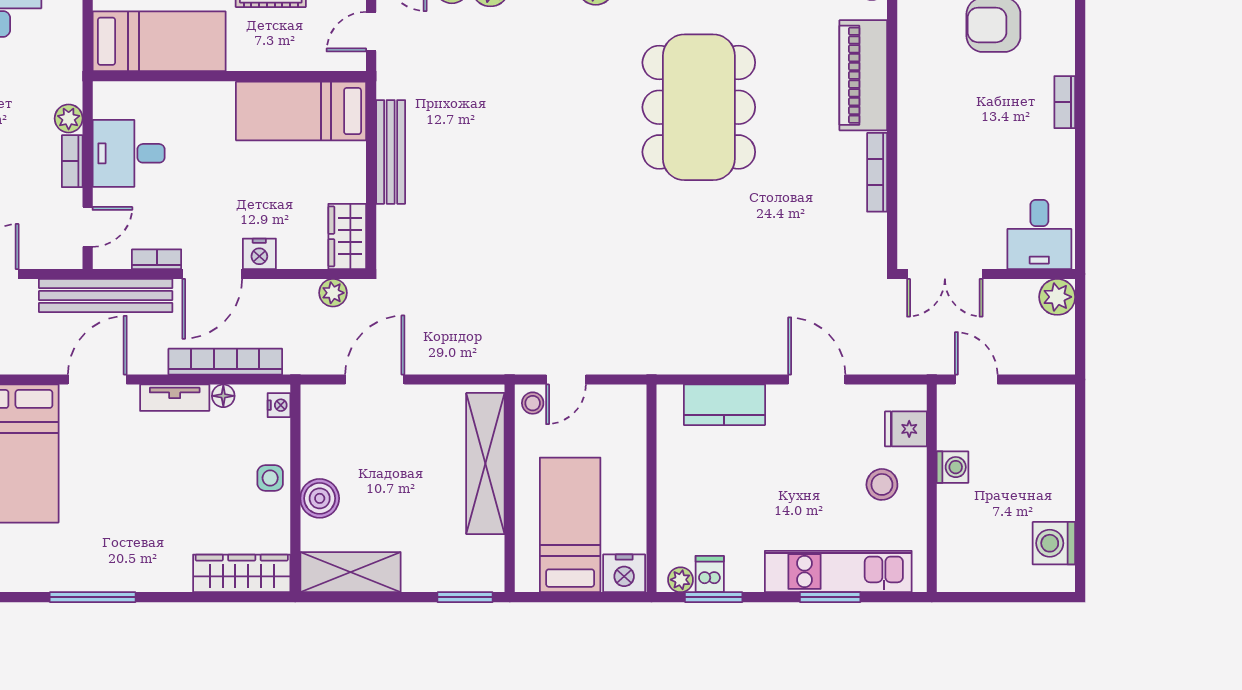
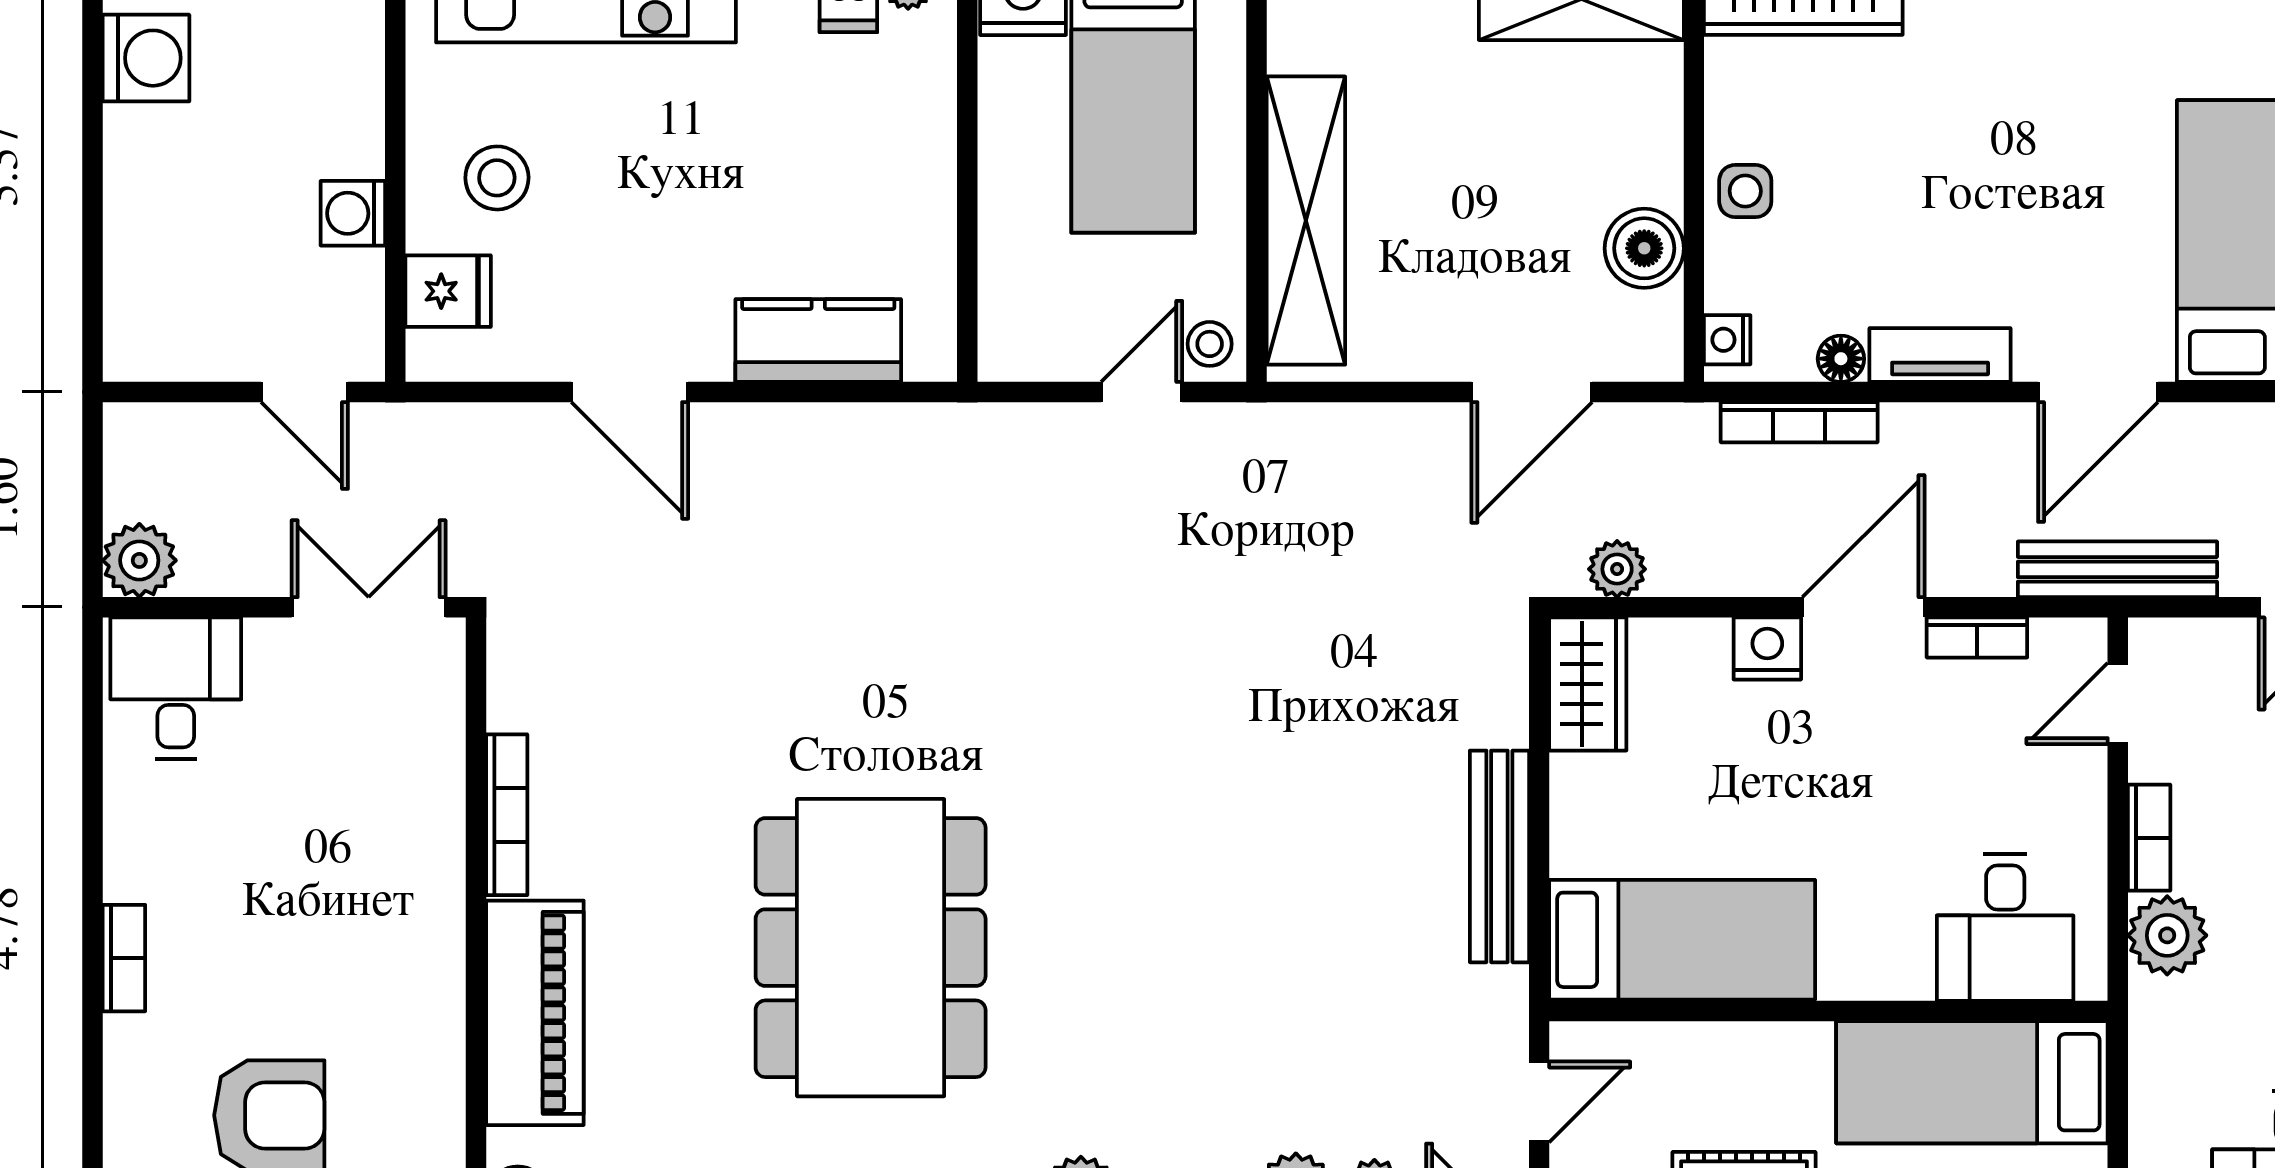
plant: (69, 118) -> (2167, 935), width x1.38, depth x1.38
desk: (129, 153) -> (2005, 927), moved, turned 90
bench: (106, 296) -> (2117, 569), width x0.73, depth x0.82
bookcase: (225, 362) -> (1799, 422), width x0.68, depth x0.76
boiler: (320, 498) -> (1644, 248), moved

